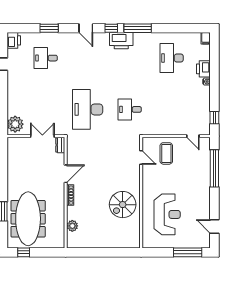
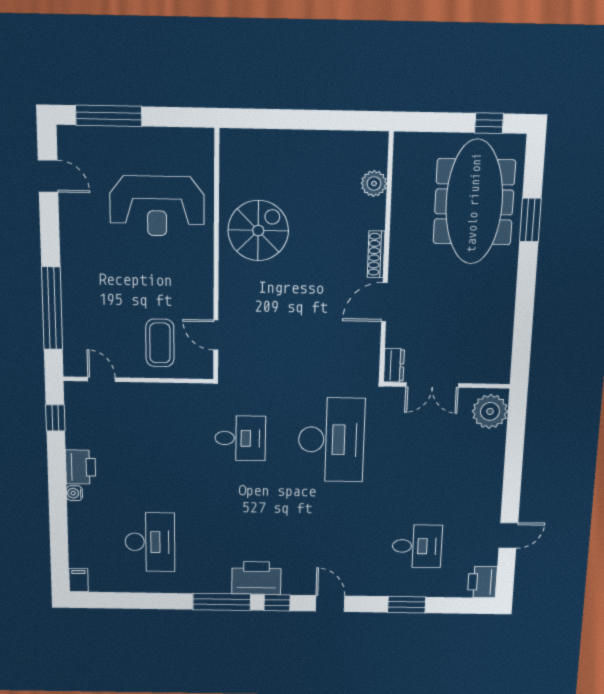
printer: (203, 69) -> (81, 467), moved
reception desk: (167, 214) -> (157, 206), turned -90

